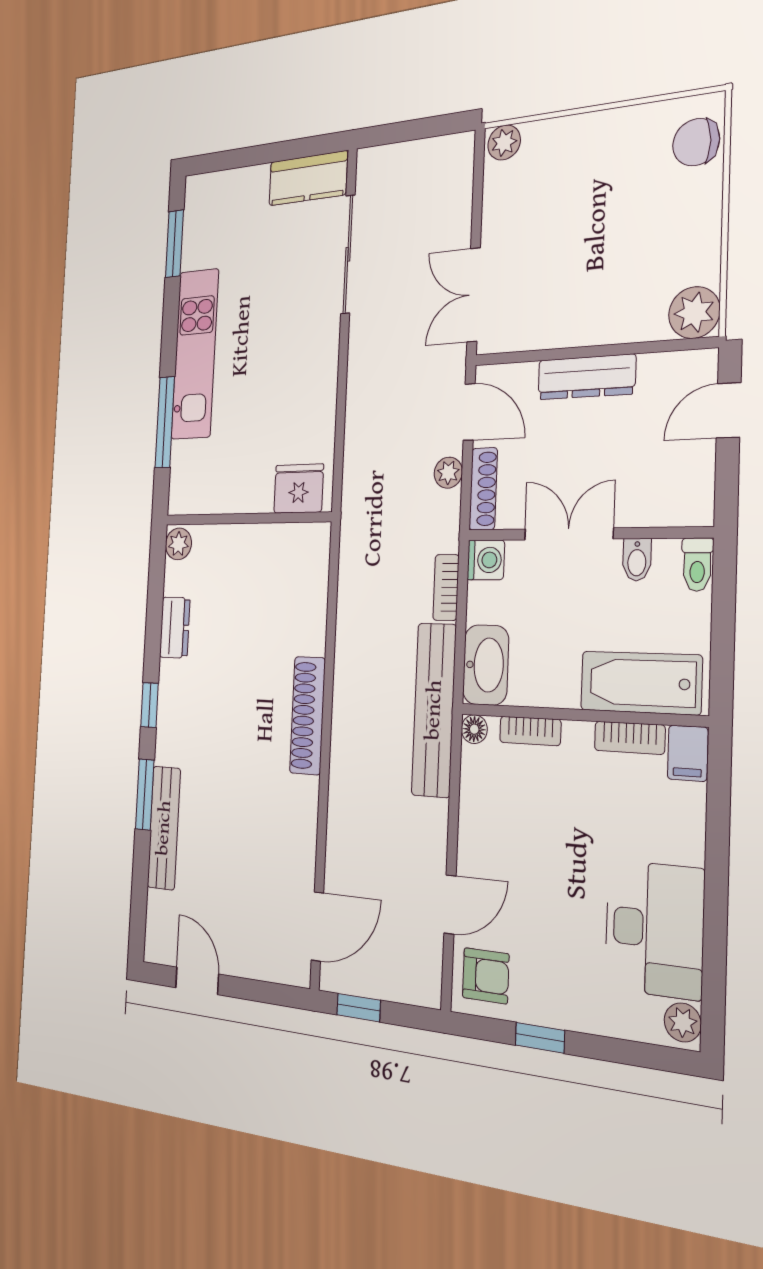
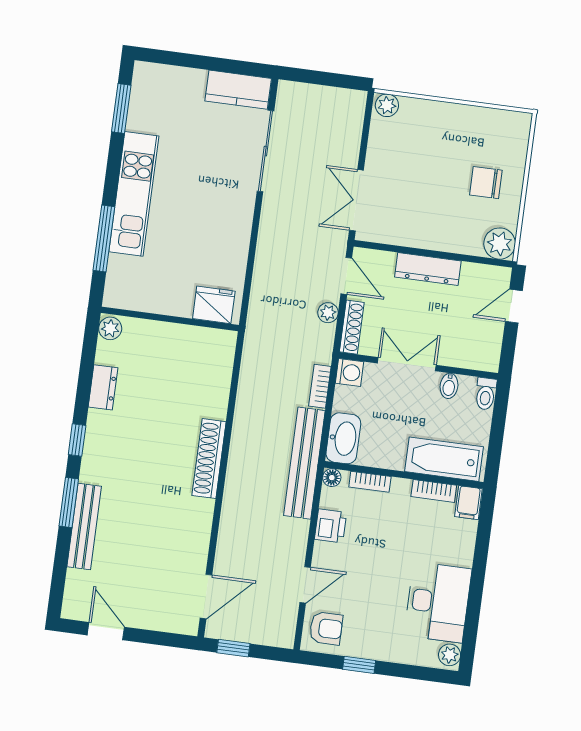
chair: (696, 142) -> (486, 183), moved
printer: (479, 807) -> (331, 526), added

